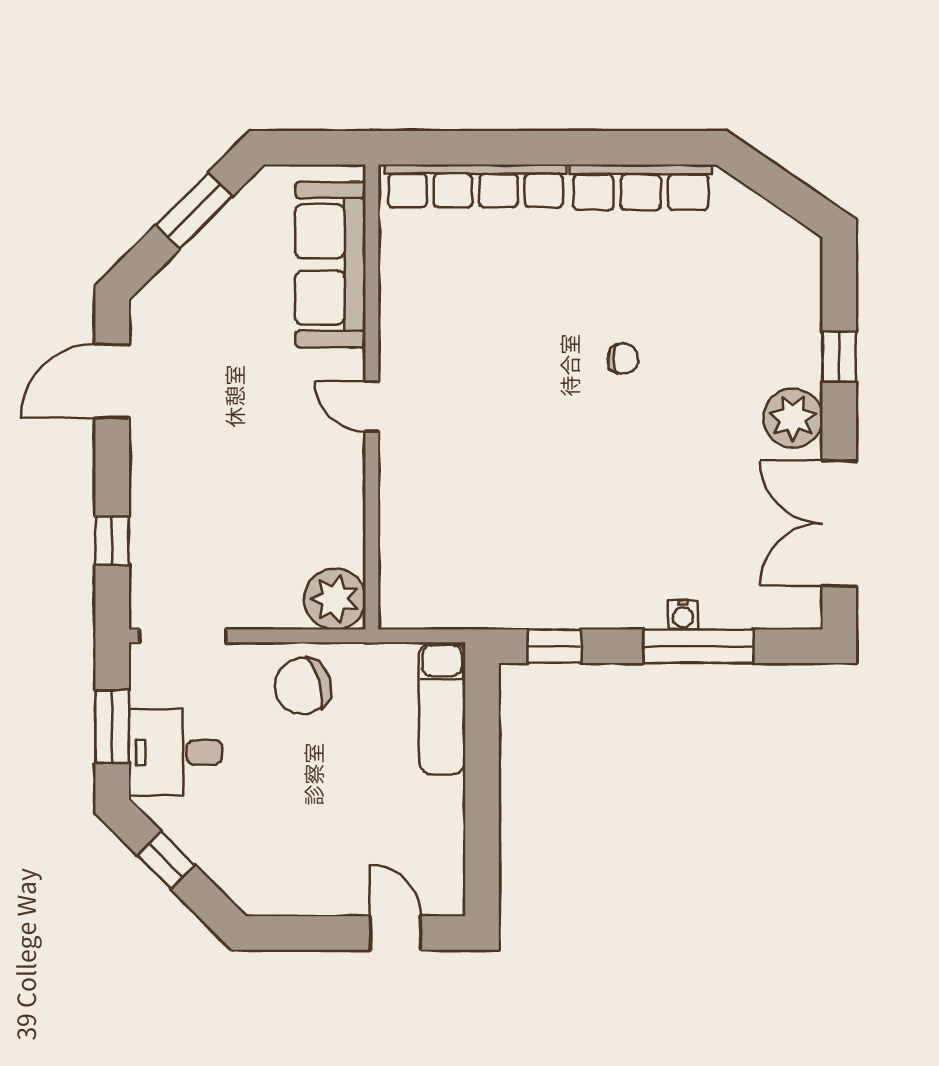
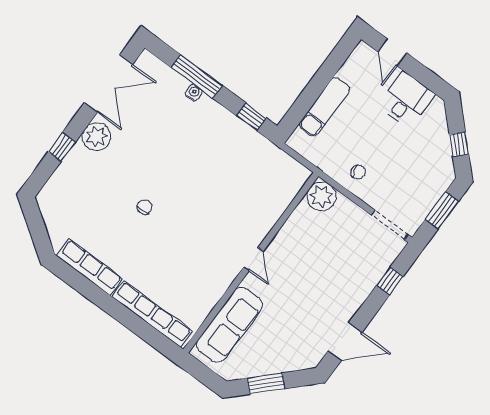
chair: (623, 359) -> (145, 207), turned 90
chair: (303, 686) -> (358, 172), width x0.54, depth x0.54
exam couch: (442, 708) -> (325, 107), moved
desk: (175, 752) -> (406, 100), moved, turned -90

